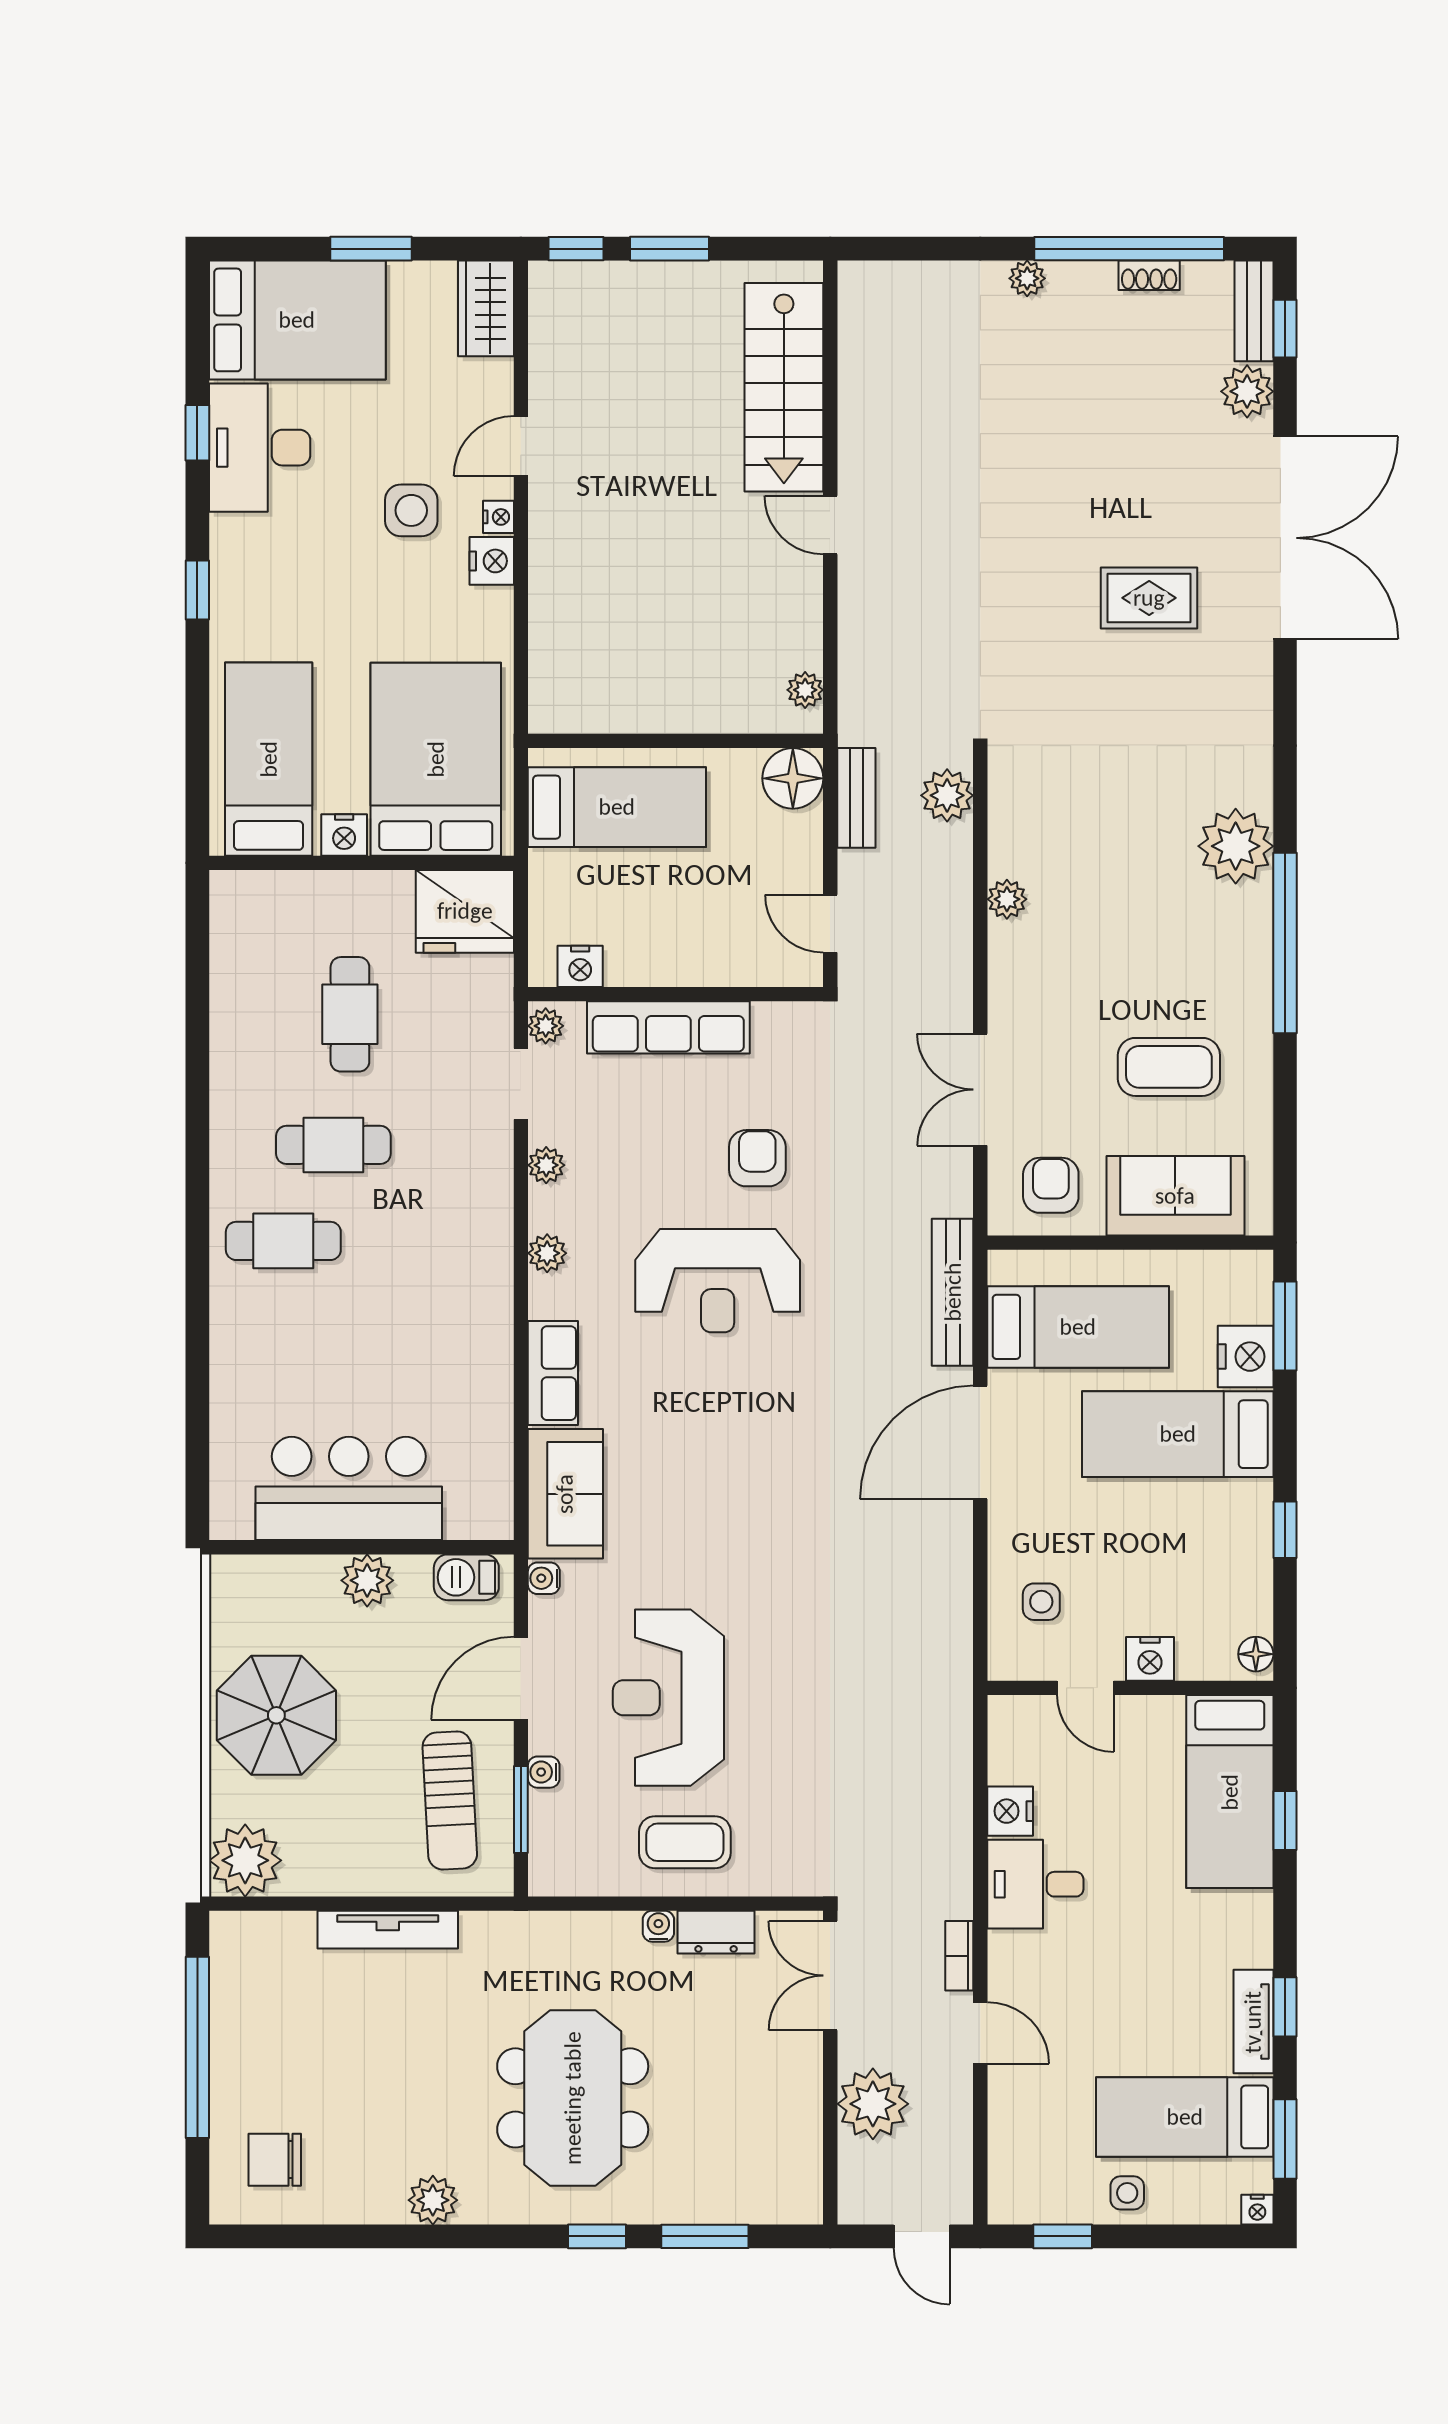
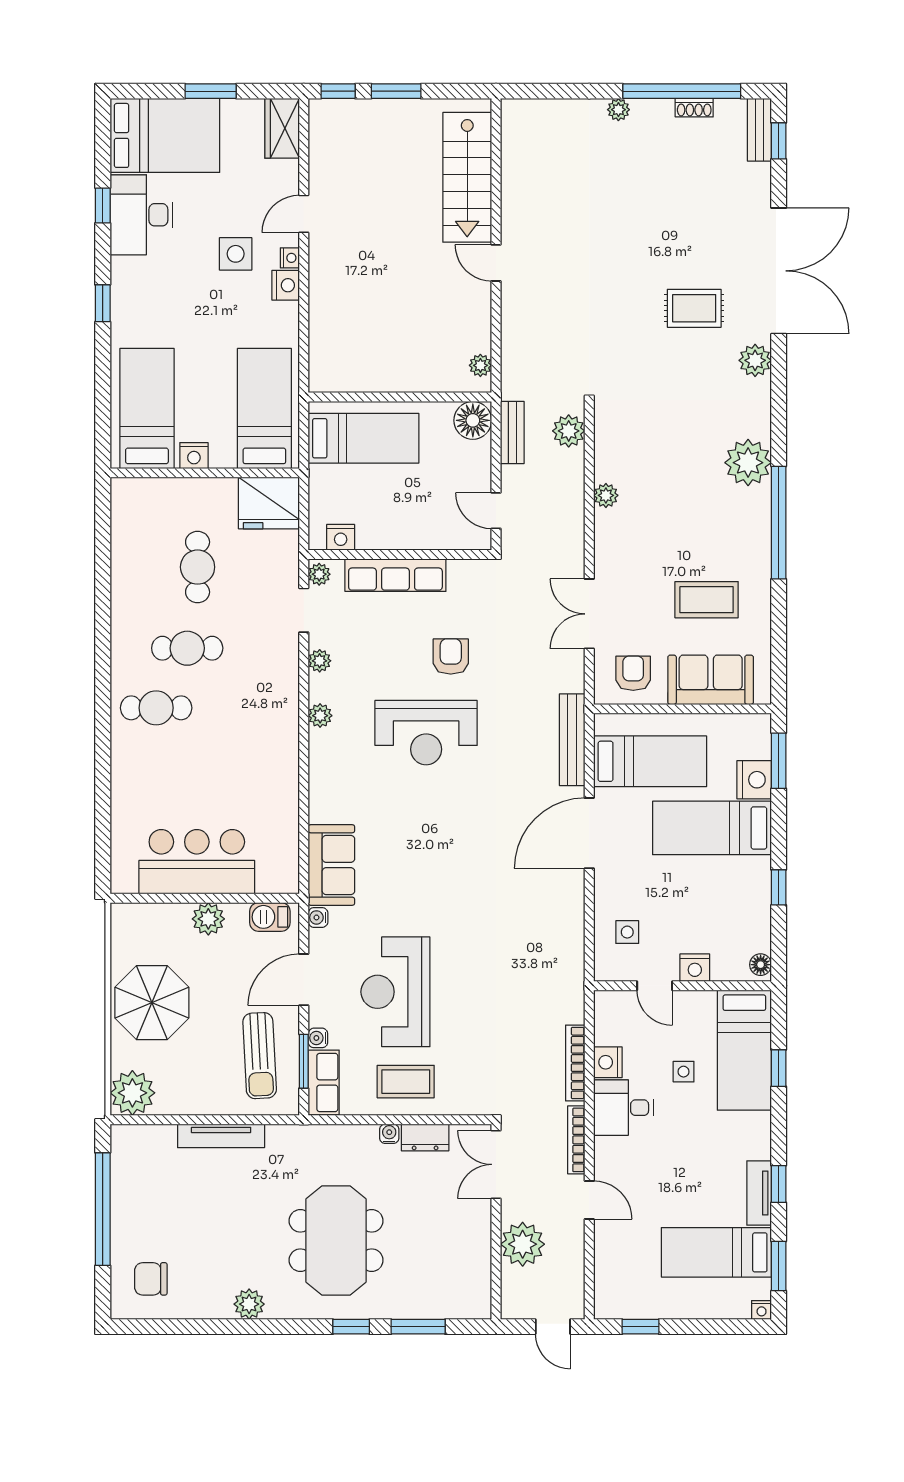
plant: (1247, 391) -> (755, 360), moved
bed: (436, 759) -> (264, 408), width x0.67
row of seats: (553, 1373) -> (324, 1082), moved
bookcase: (958, 1812) -> (575, 1063), added
bookcase: (959, 1956) -> (576, 1140), width x1.56
side table: (1127, 2193) -> (684, 1072), moved

